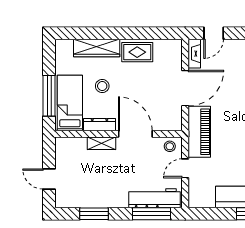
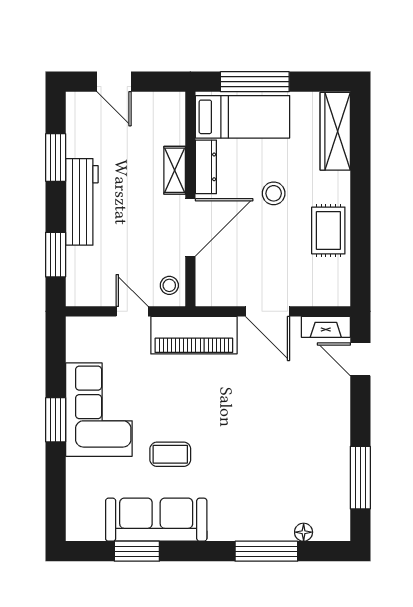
wardrobe: (97, 48) -> (335, 131), moved
stool: (102, 86) -> (274, 193), moved
door: (185, 88) -> (268, 311), width x0.73
door: (49, 179) -> (114, 82), swing flipped
workbench: (154, 198) -> (82, 202), moved
window: (152, 214) -> (56, 255), width x0.69

